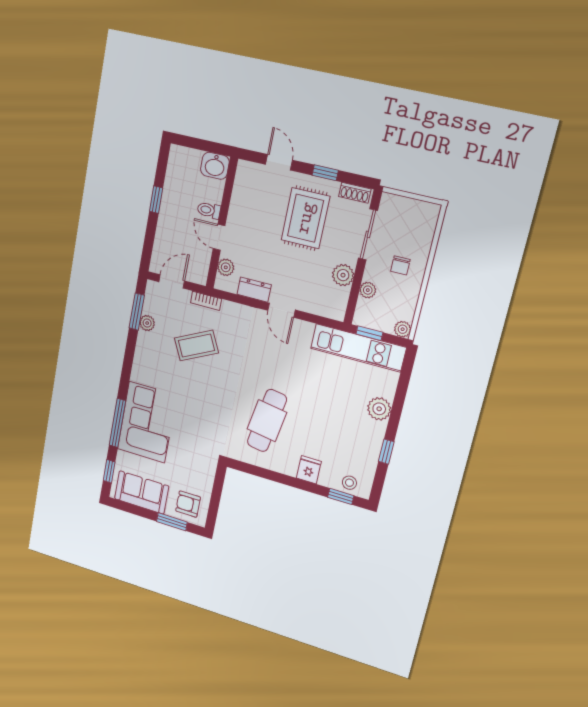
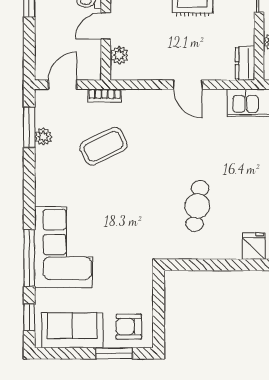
door: (219, 237) -> (106, 26), hinge flipped
plant: (343, 275) -> (243, 33), removed
dresser: (254, 290) -> (245, 63), moved, turned -90
cafe table: (267, 421) -> (197, 206), width x0.73, depth x0.74

